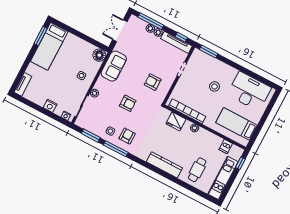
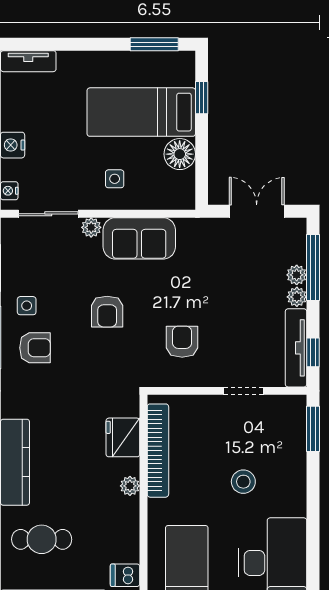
window: (69, 29) -> (202, 98), added
bed: (49, 46) -> (141, 112), moved
floor lamp: (99, 55) -> (180, 154), moved
sofa: (114, 66) -> (139, 238), moved

